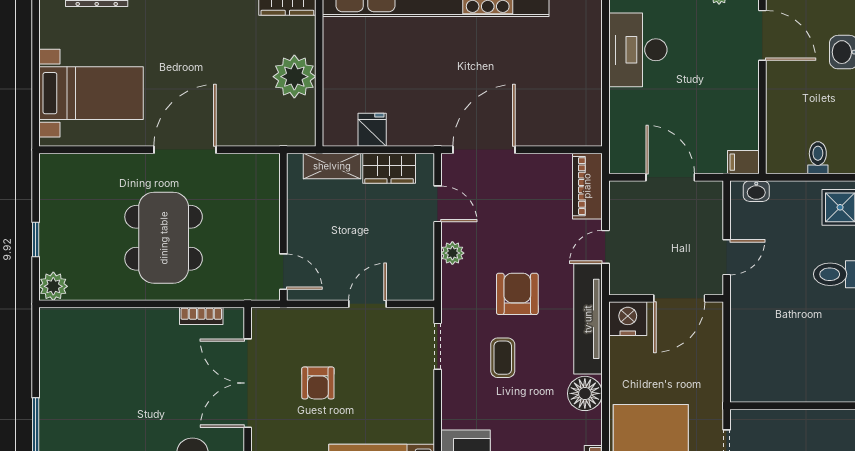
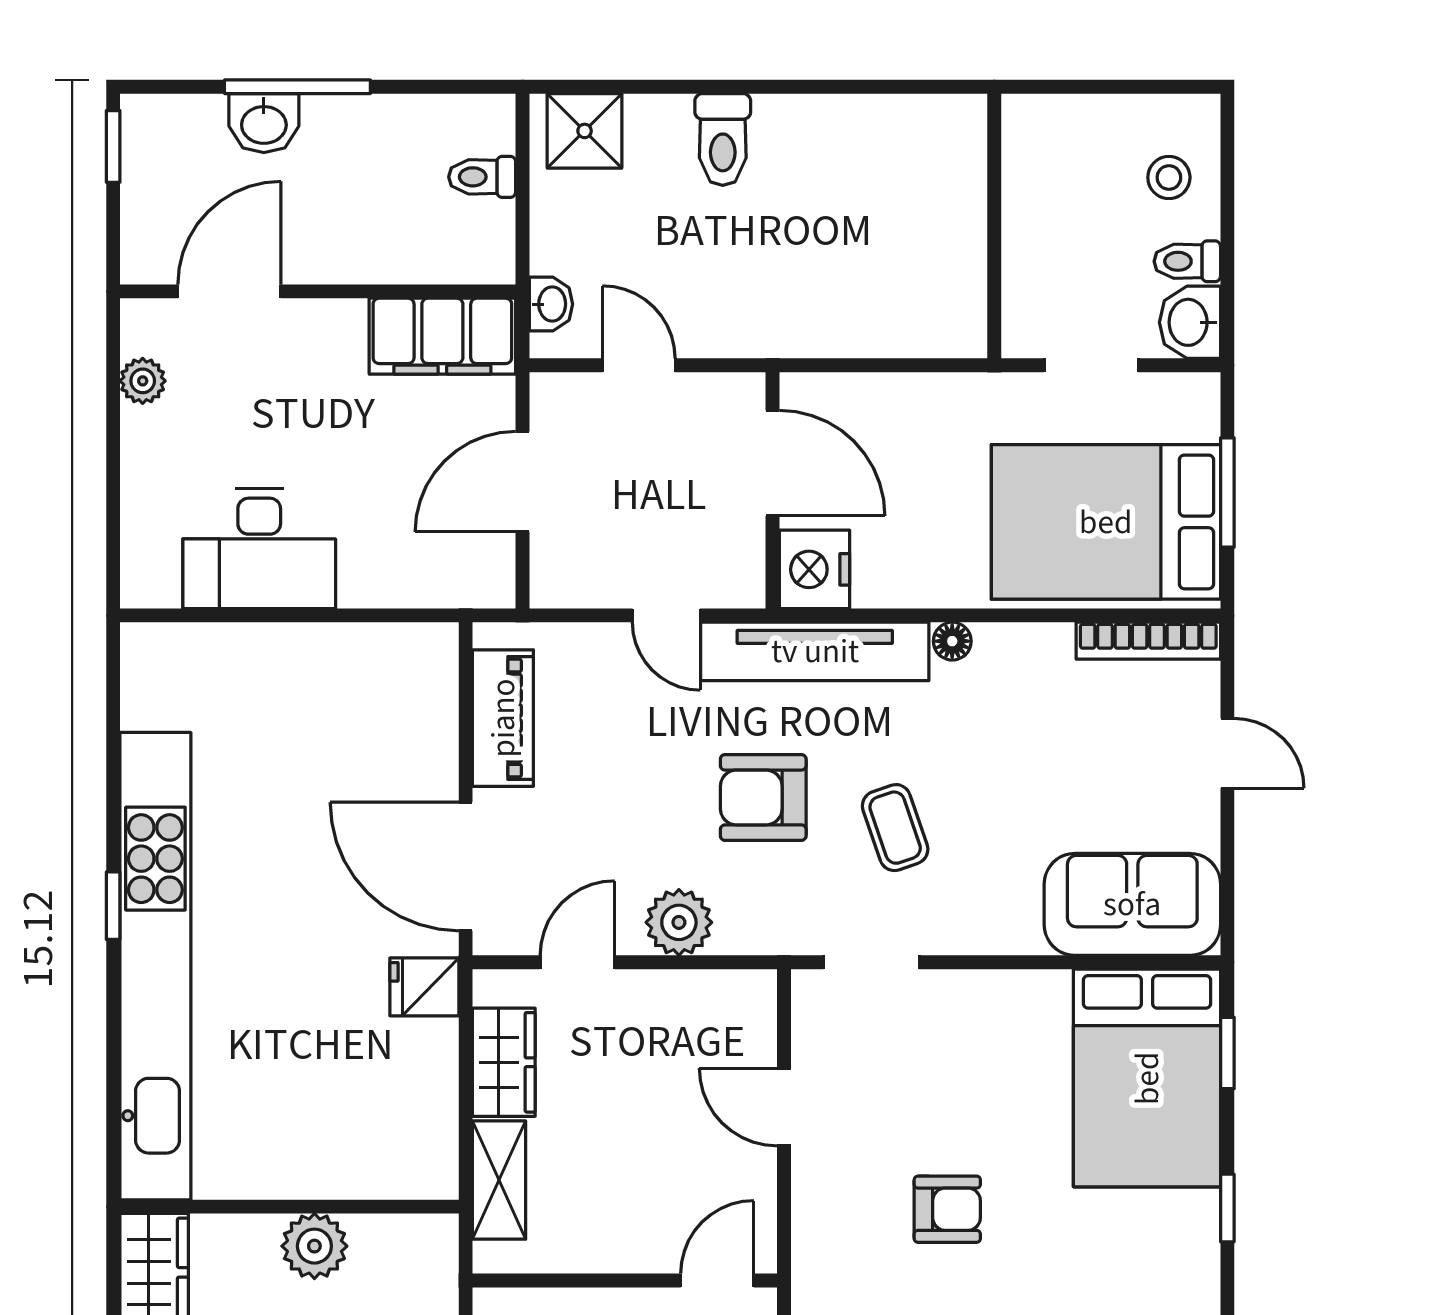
plant: (294, 77) -> (314, 1246), width x0.73, depth x0.73
fridge: (372, 130) -> (424, 987), moved
filing cabinet: (743, 162) -> (442, 336), width x3.00, depth x1.17
piano: (587, 186) -> (503, 718), moved, turned -90
plant: (452, 253) -> (679, 922), width x1.38, depth x1.38
door: (727, 257) -> (639, 365), moved
coffee table: (503, 358) -> (895, 828), turned 71
floor lamp: (585, 393) -> (952, 641), width x0.53, depth x0.53

